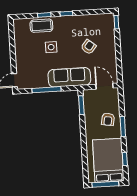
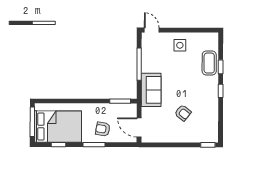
side table: (51, 47) -> (180, 45), moved
sofa: (69, 77) -> (151, 90), width x0.73
door: (104, 86) -> (139, 128), swing flipped

